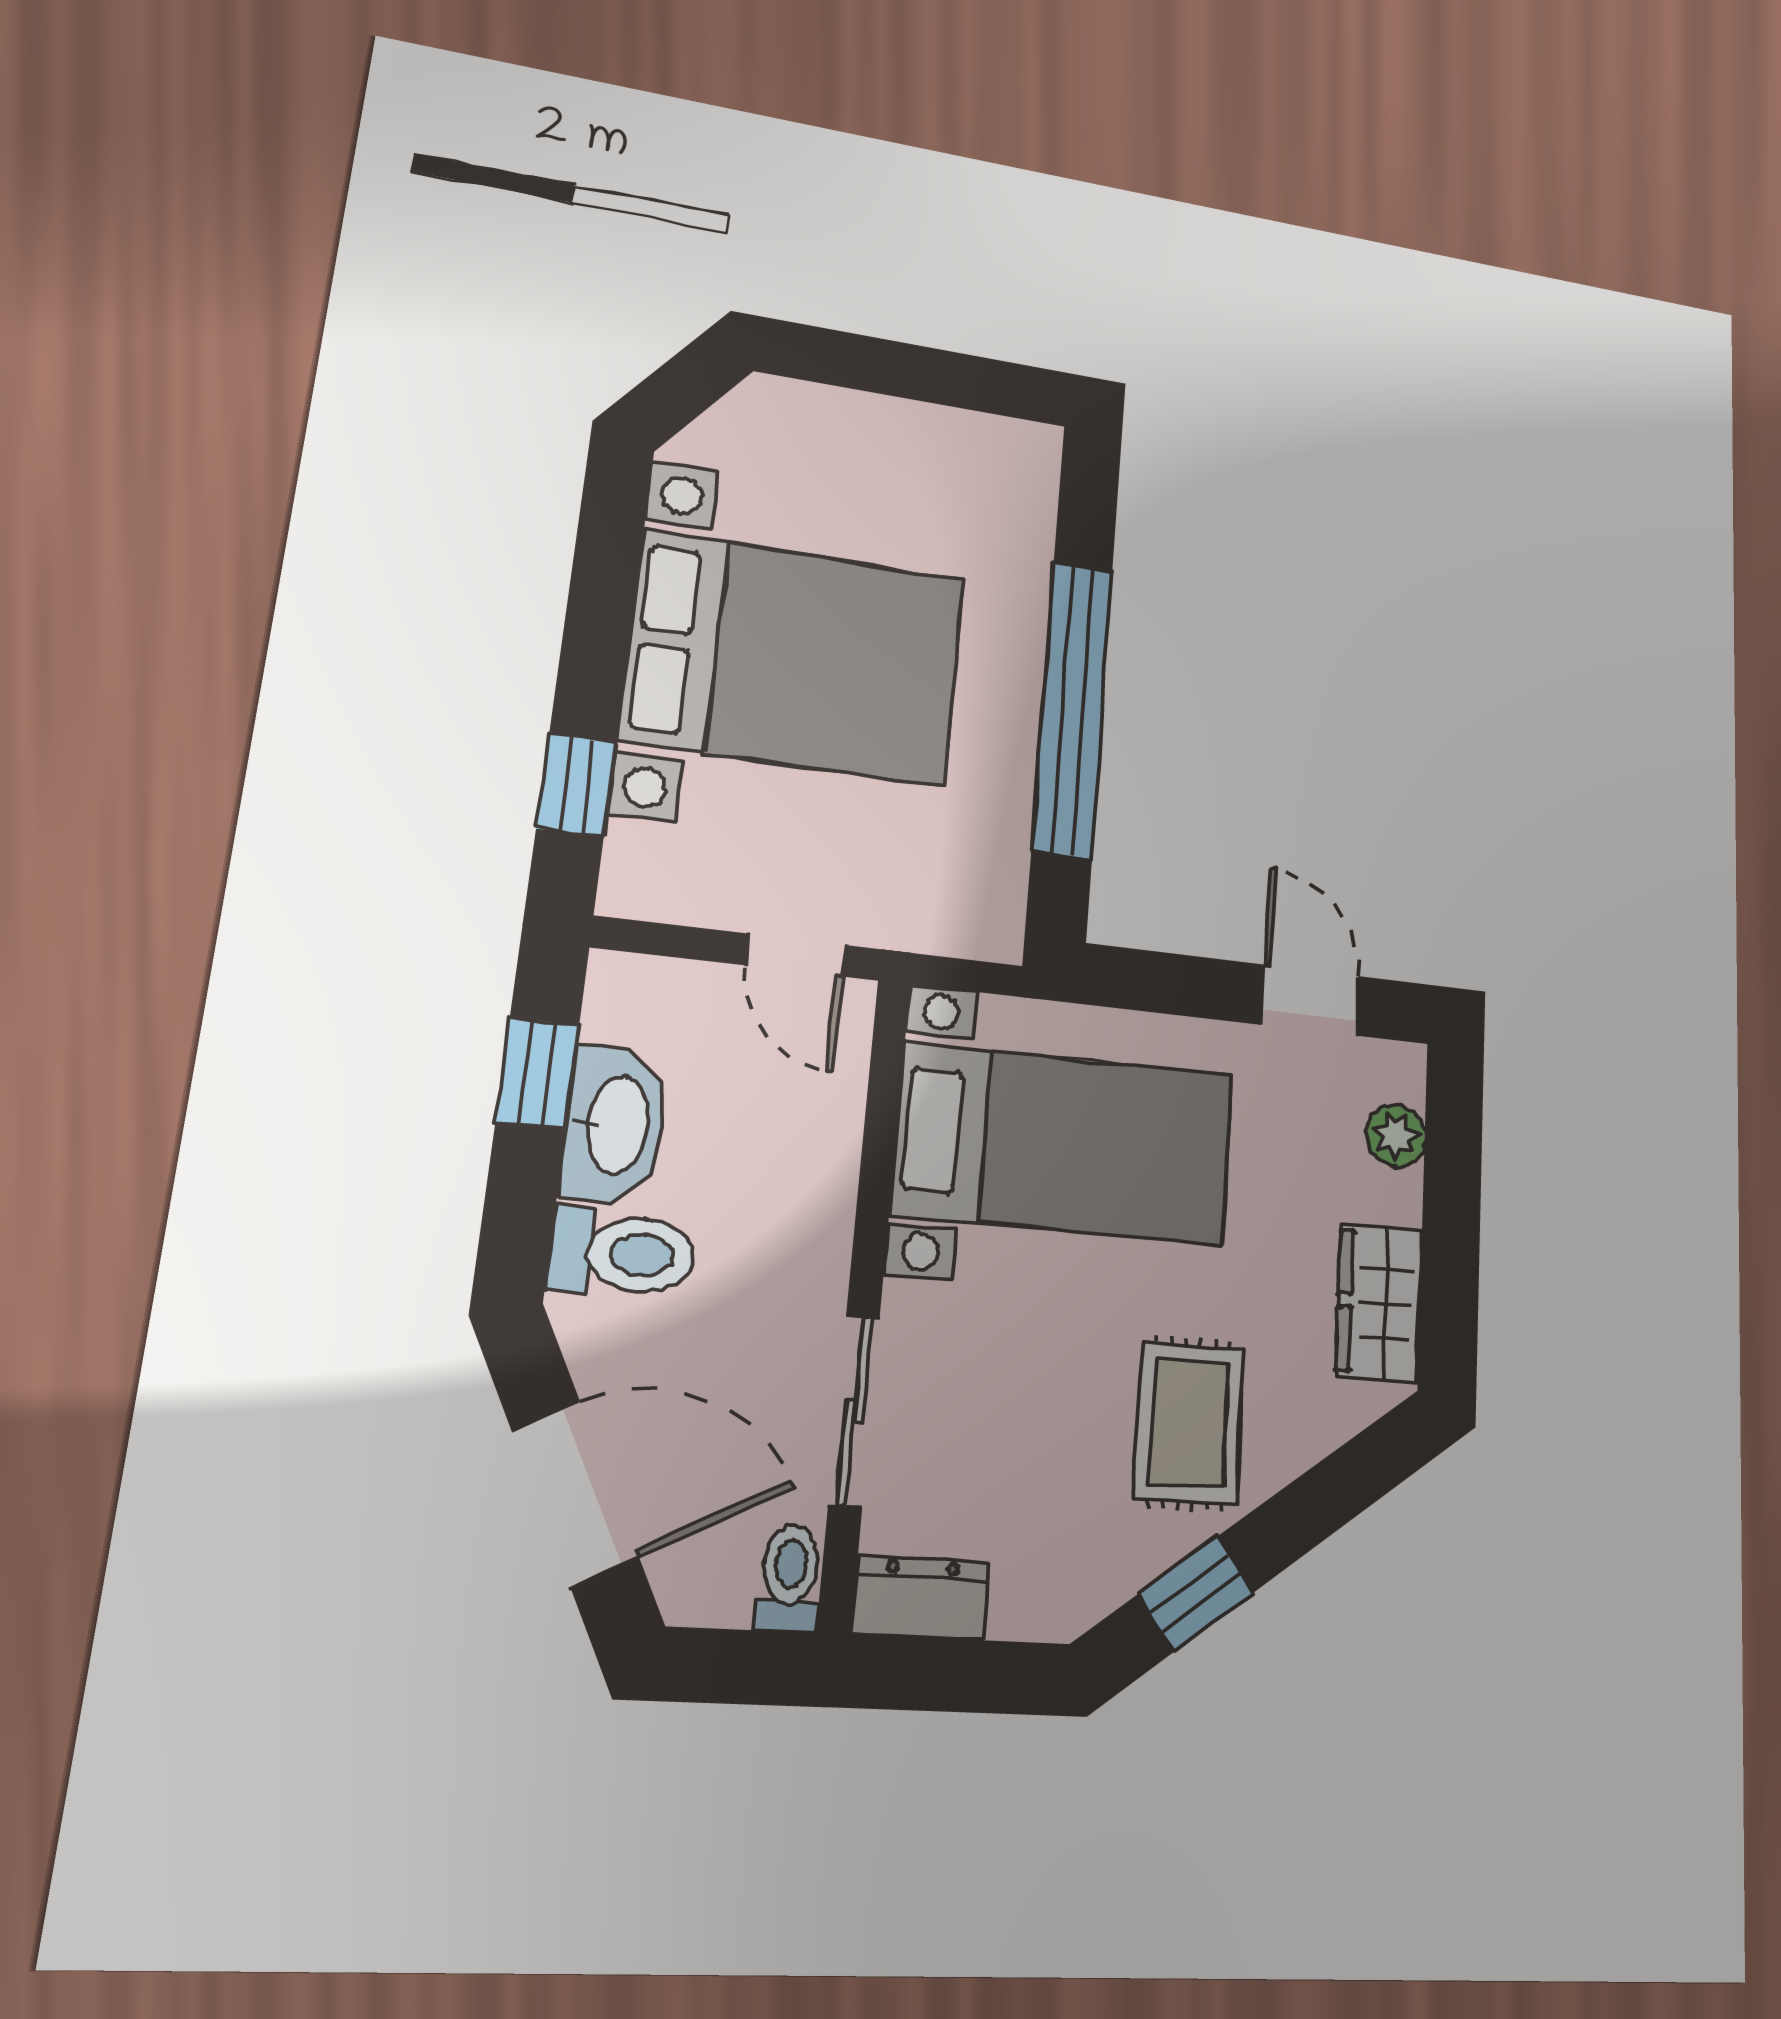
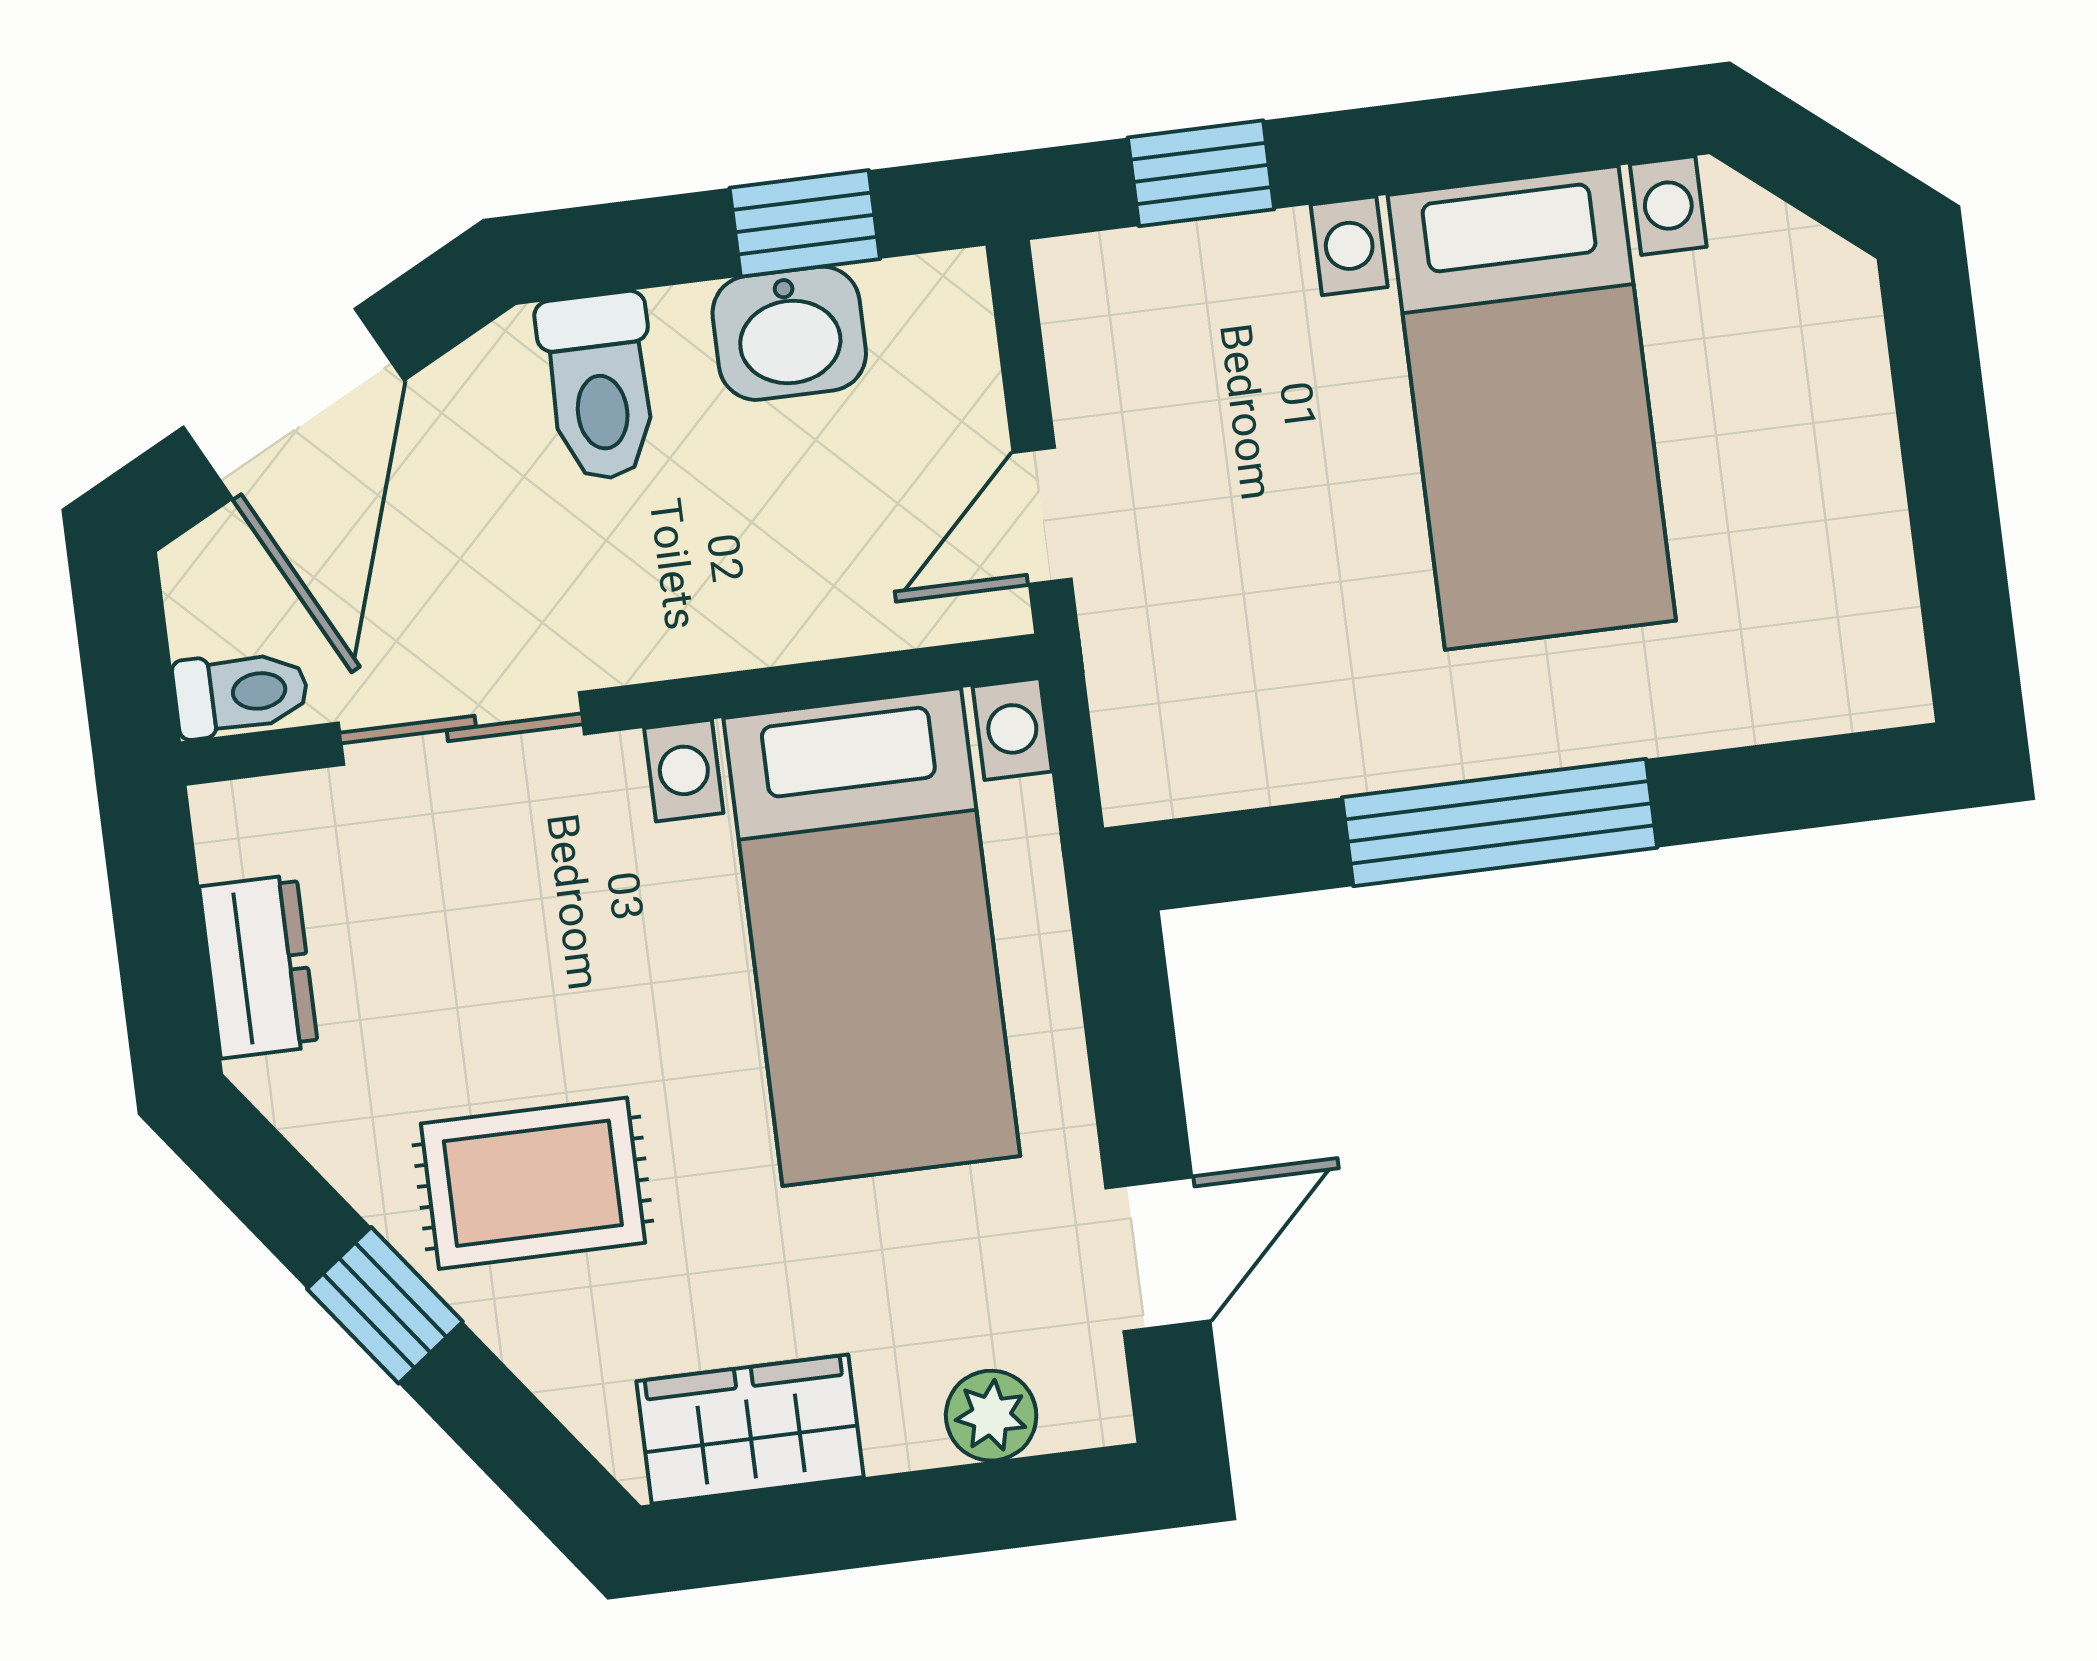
bed with nightstands: (795, 658) -> (1532, 408), width x0.73
window: (1073, 708) -> (1500, 823), width x0.68
washbasin: (615, 1125) -> (789, 333), width x0.72
window: (1196, 1594) -> (385, 1305), moved
dresser: (921, 1598) -> (259, 967), moved

